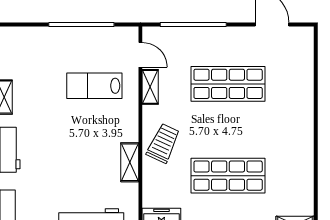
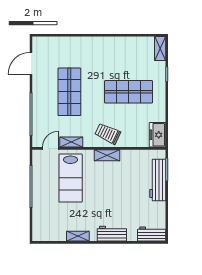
lab bench: (94, 86) -> (71, 178), width x1.36, depth x1.39
shelving: (130, 162) -> (107, 155), moved
shop shelf: (228, 176) -> (129, 92), turned 90

